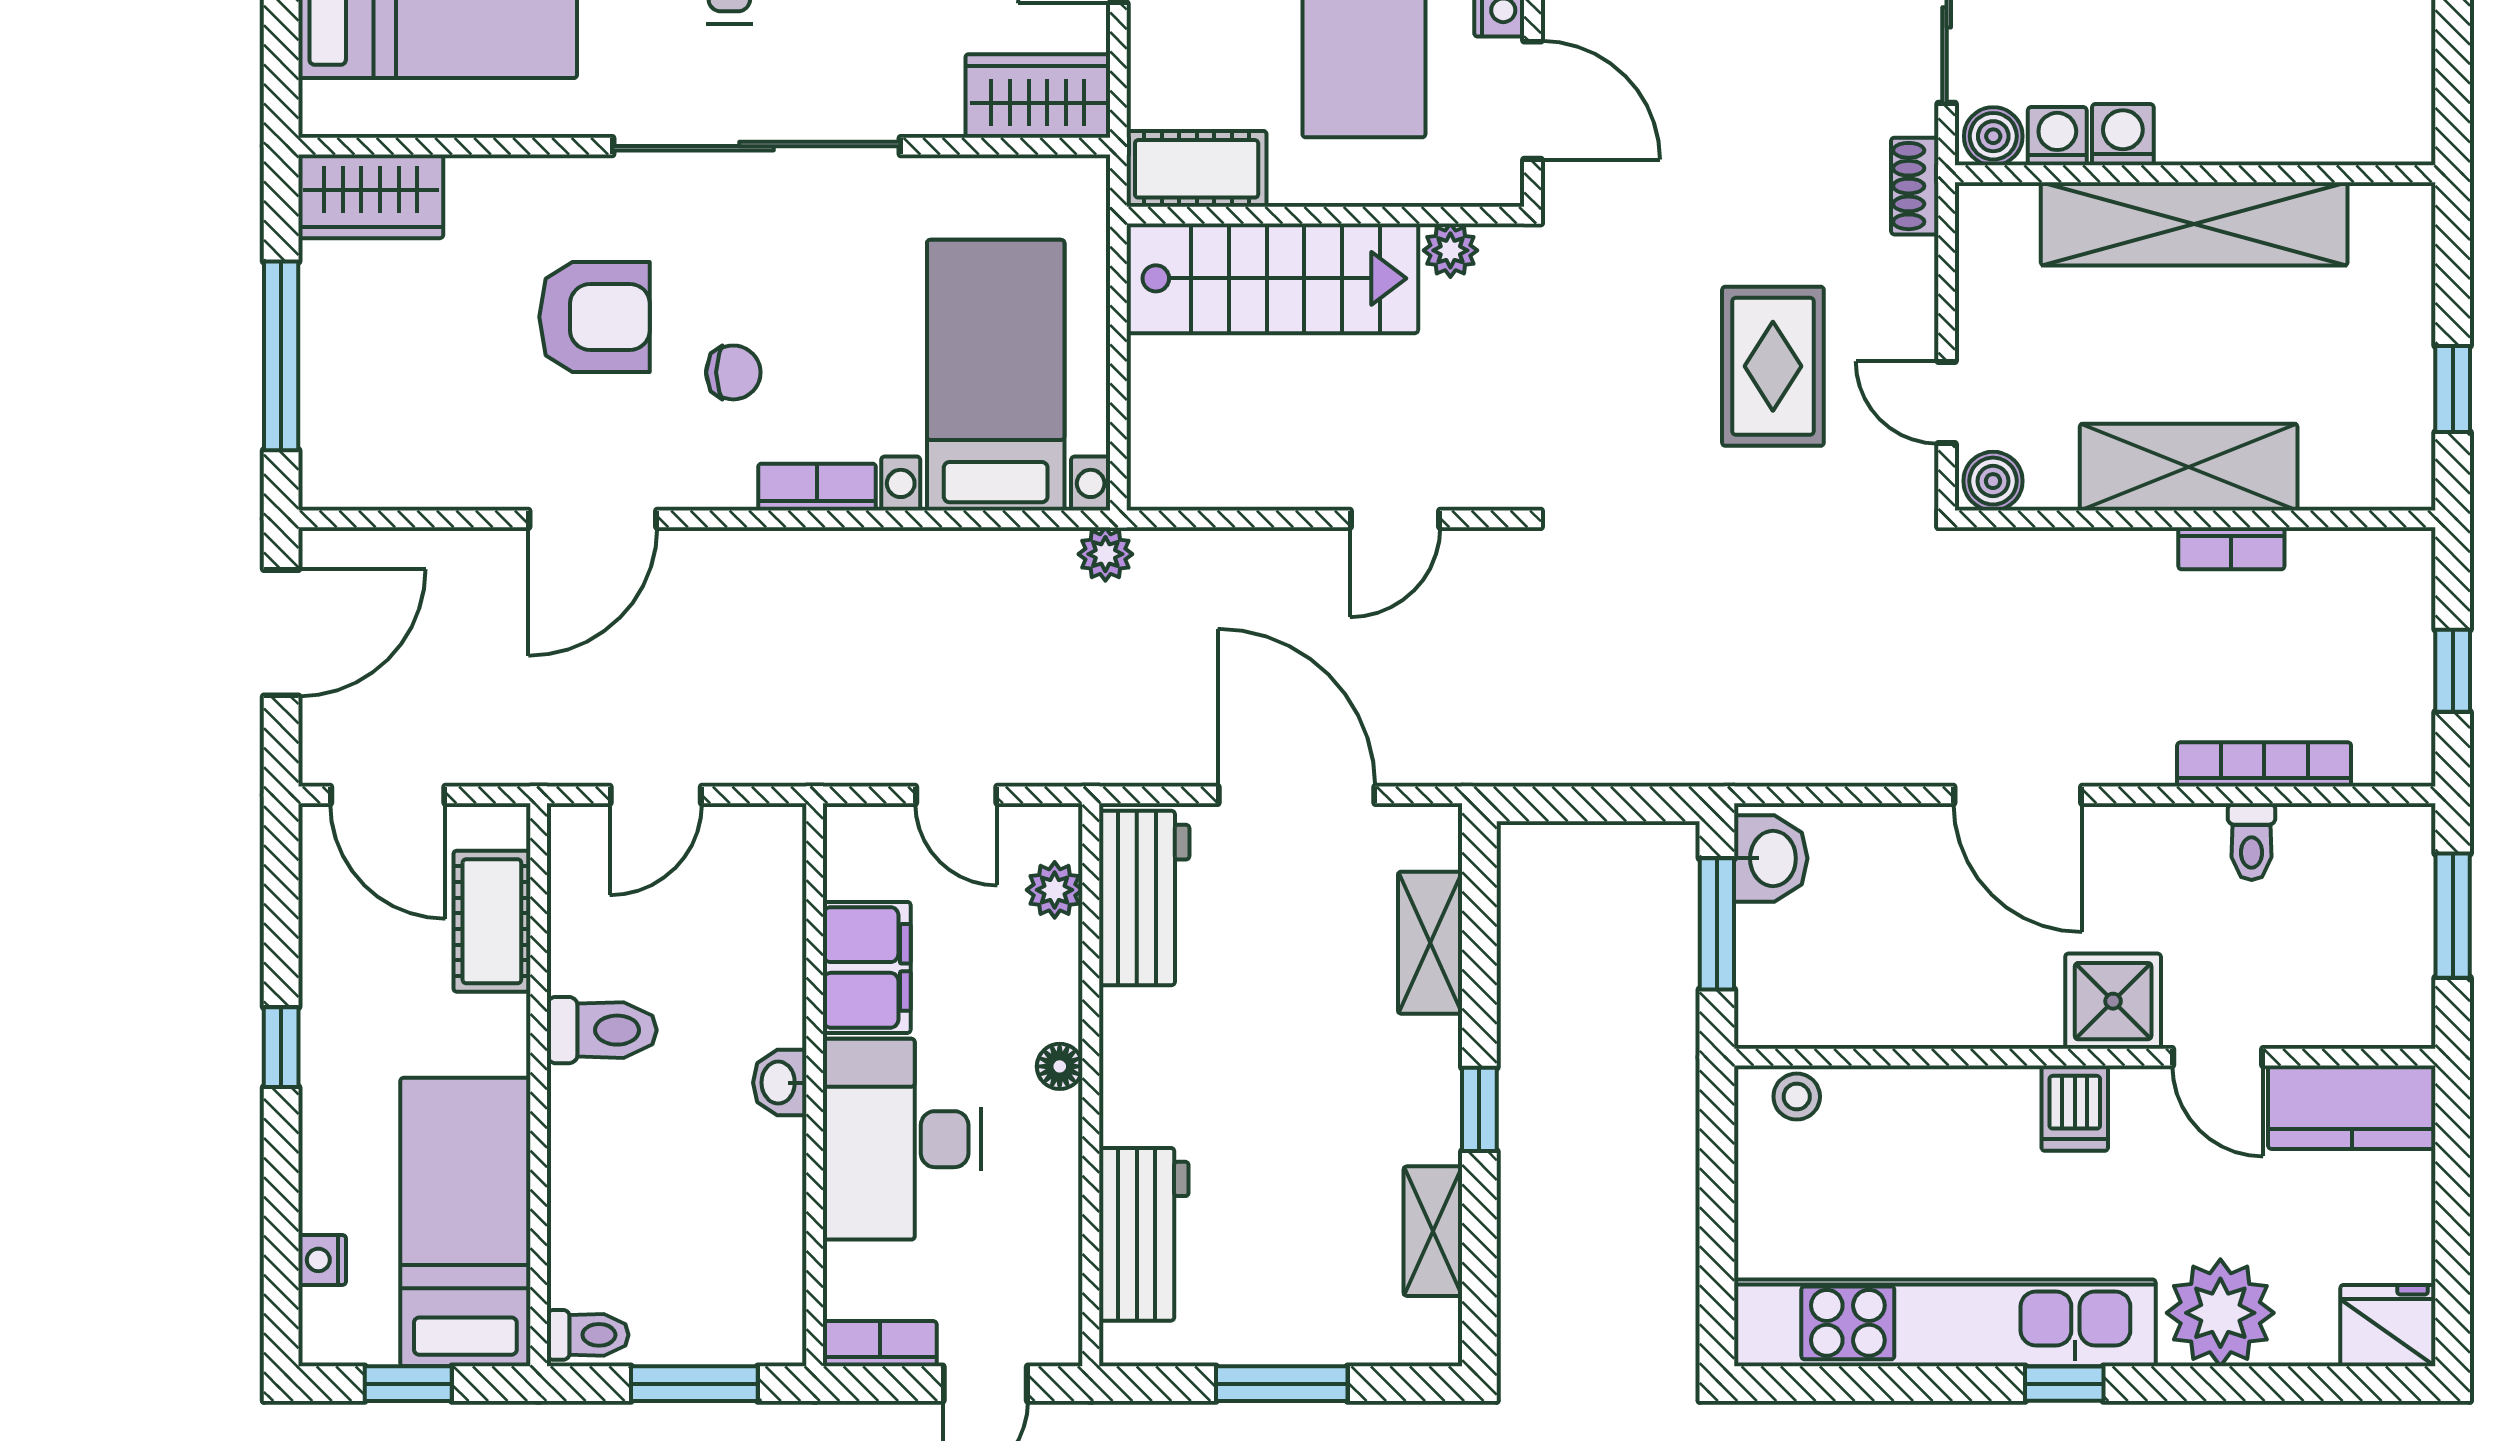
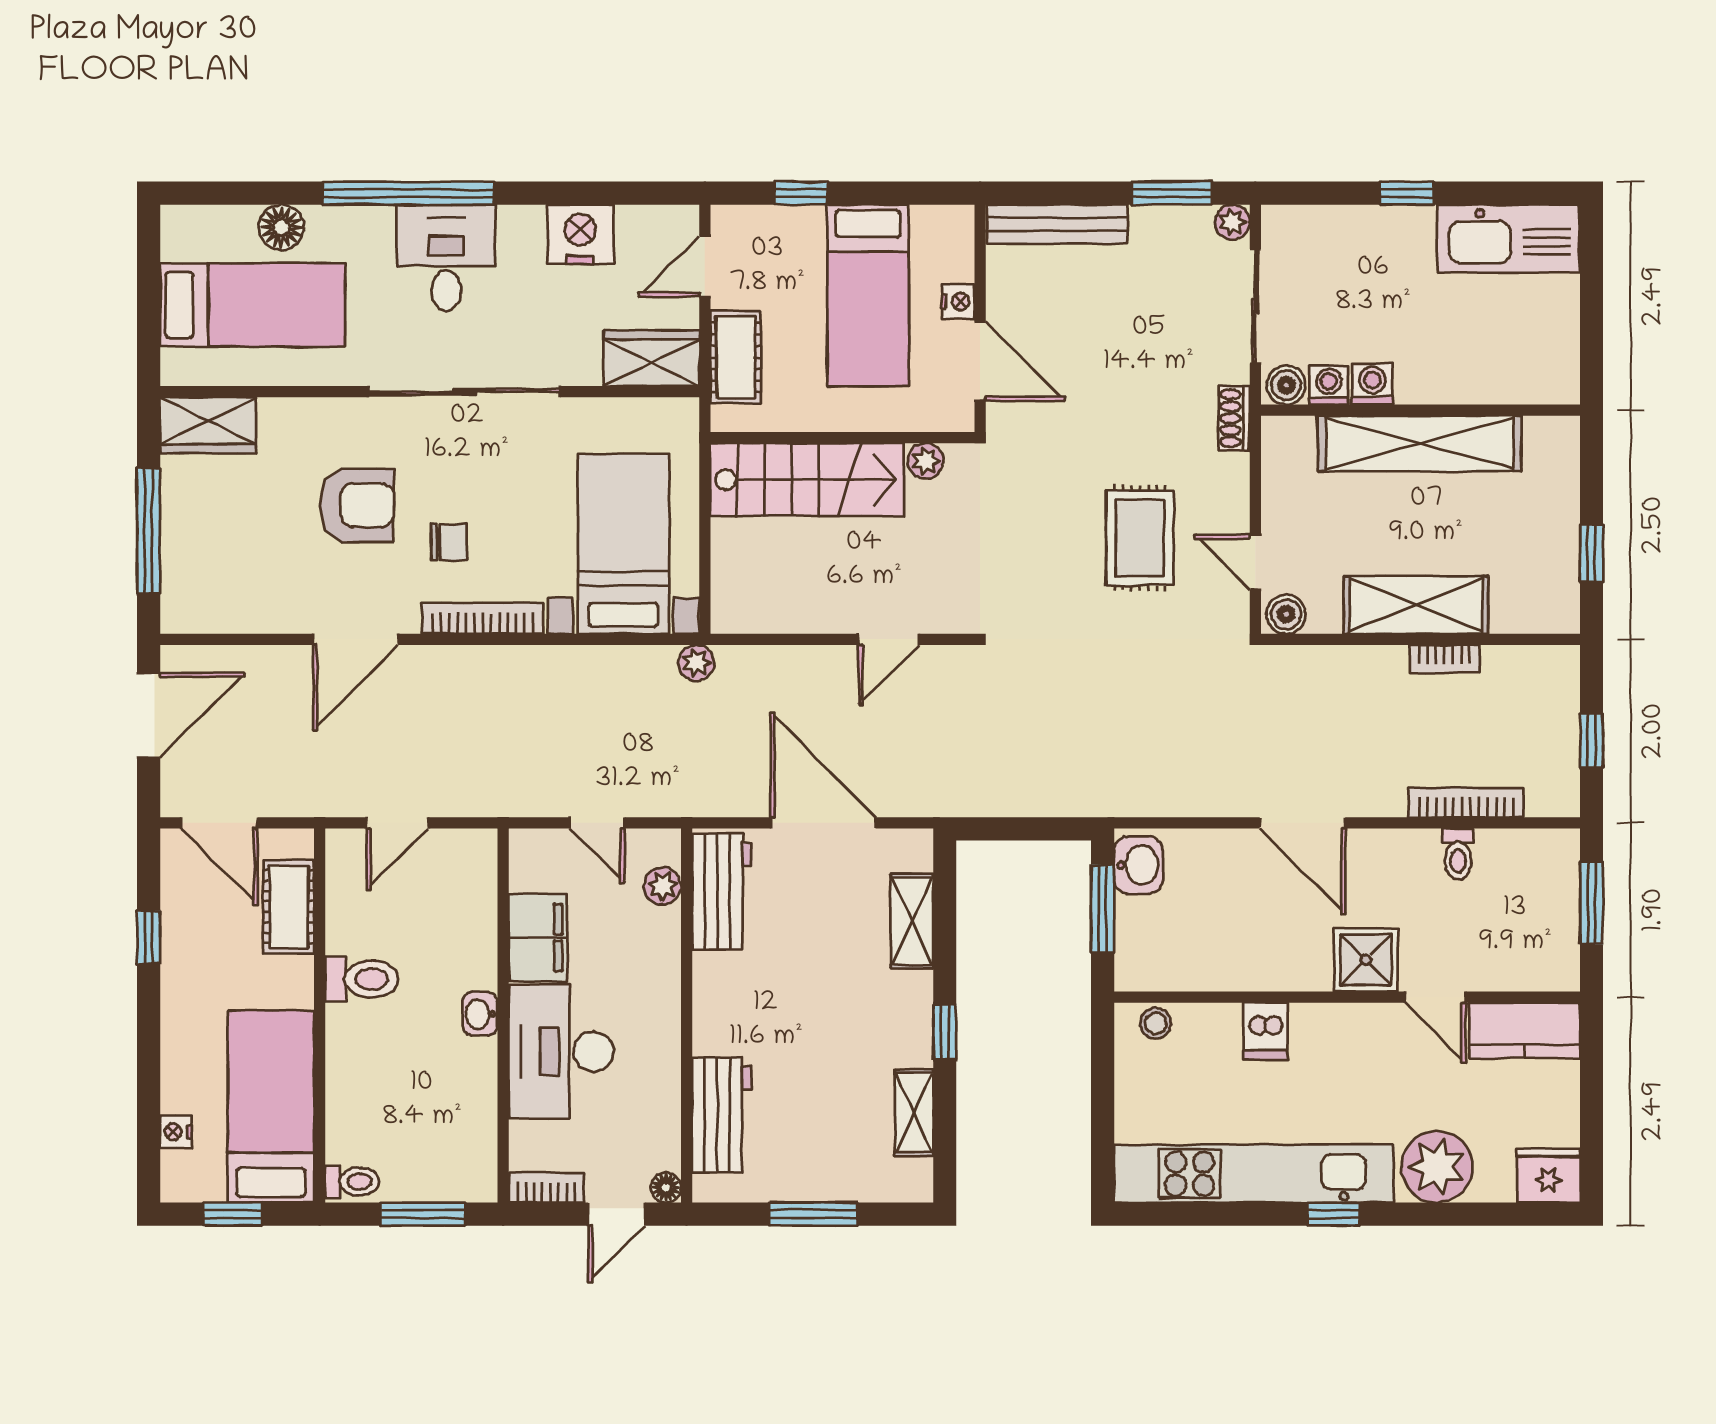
cot: (1197, 169) -> (736, 357), moved, turned 90
bookcase: (817, 487) -> (483, 618), width x1.56
window: (281, 1047) -> (149, 937), moved
floor lamp: (1060, 1066) -> (666, 1187), moved
dishwasher: (2075, 1108) -> (1266, 1031), moved

